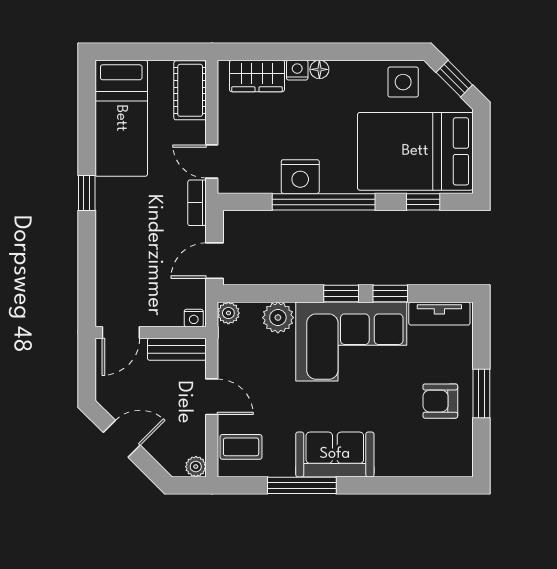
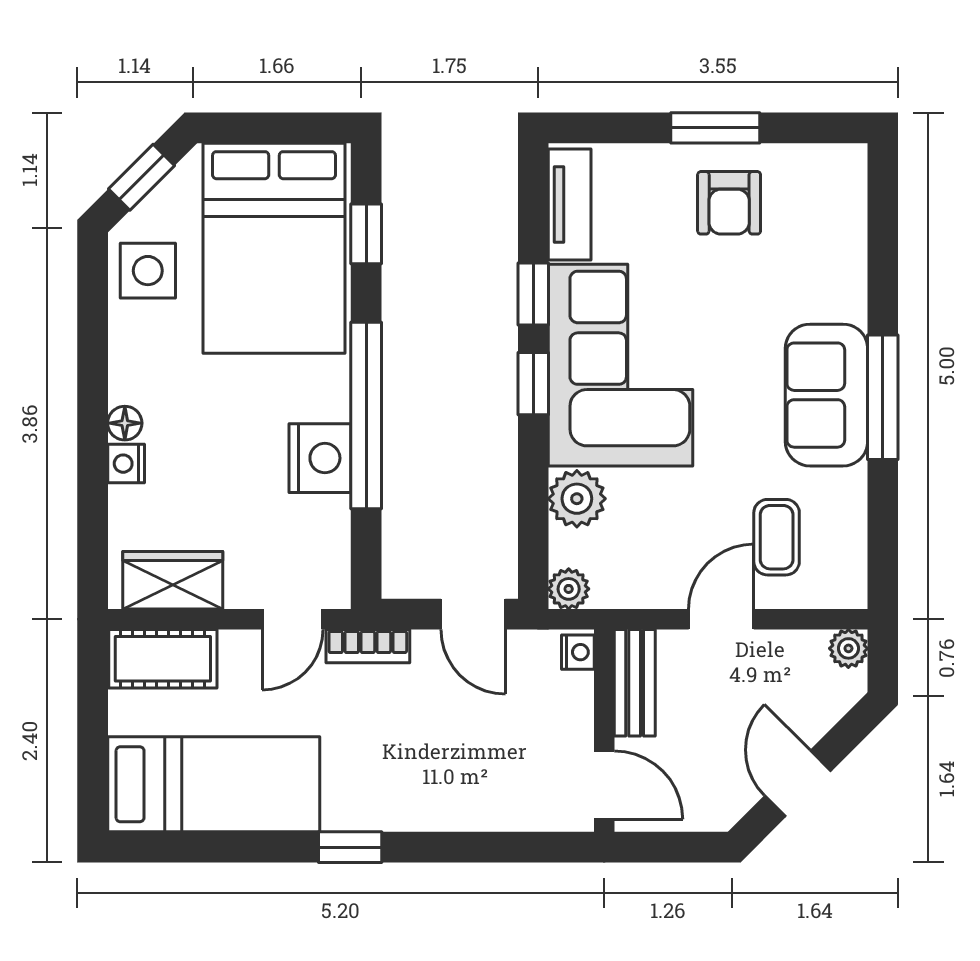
wardrobe: (257, 76) -> (173, 580), moved, turned -90
coffee table: (241, 447) -> (777, 537), moved
window: (302, 485) -> (883, 397), moved

